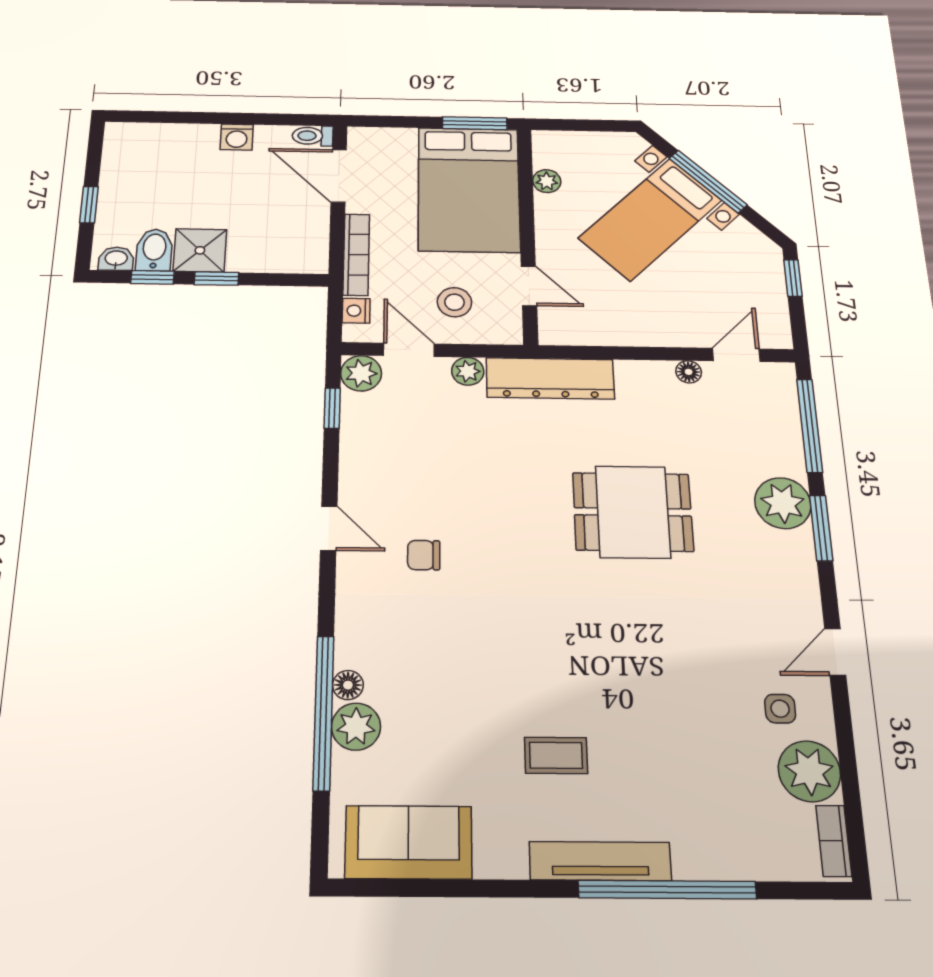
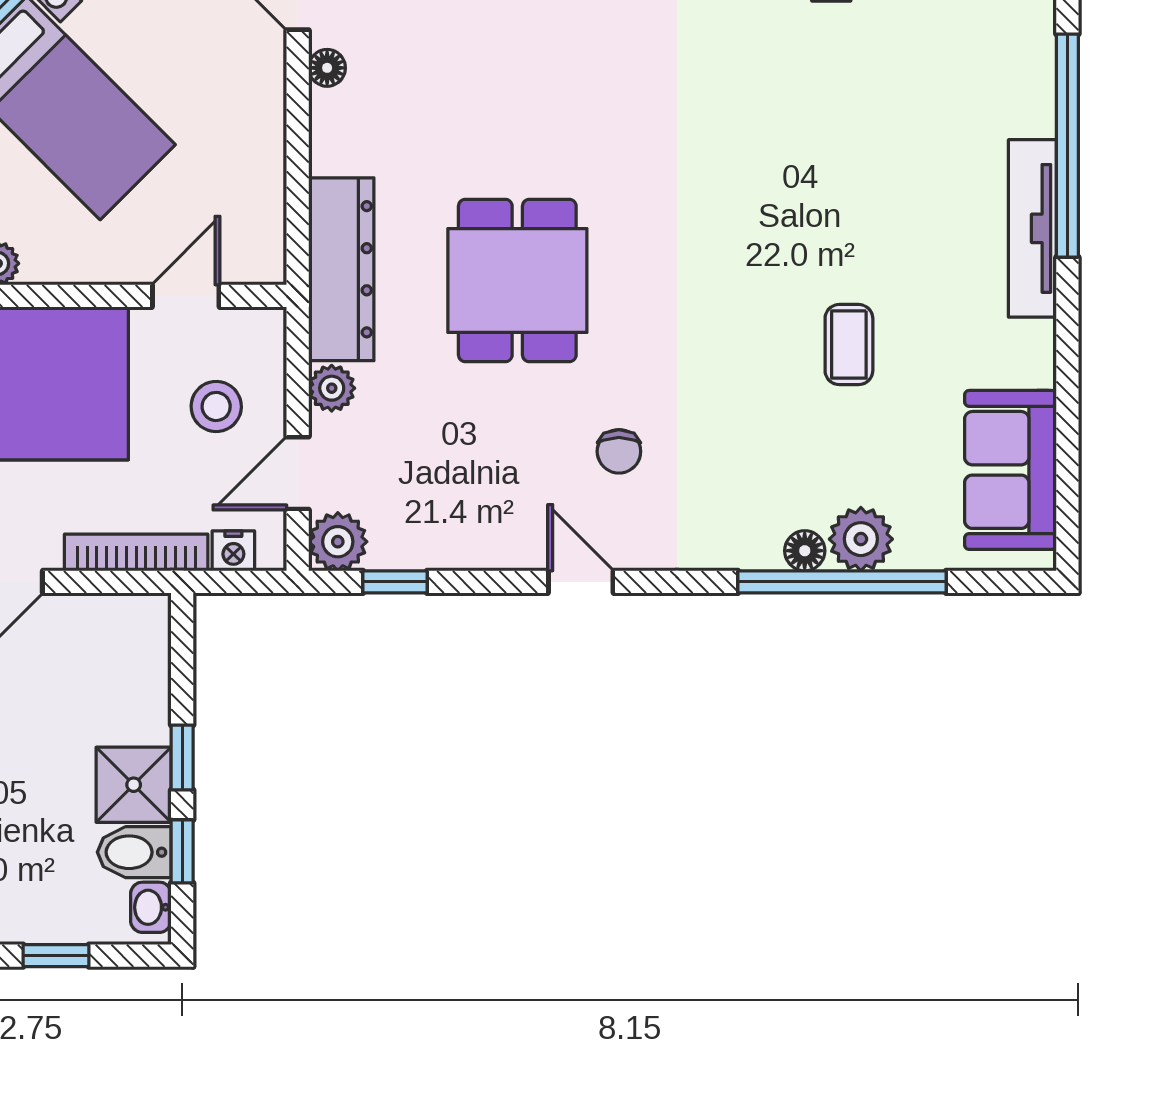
dining table: (633, 512) -> (517, 280), moved
door: (329, 528) -> (581, 582), hinge flipped
coffee table: (556, 755) -> (849, 345), moved

